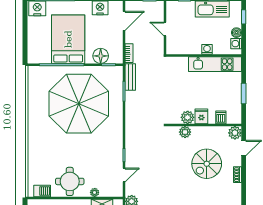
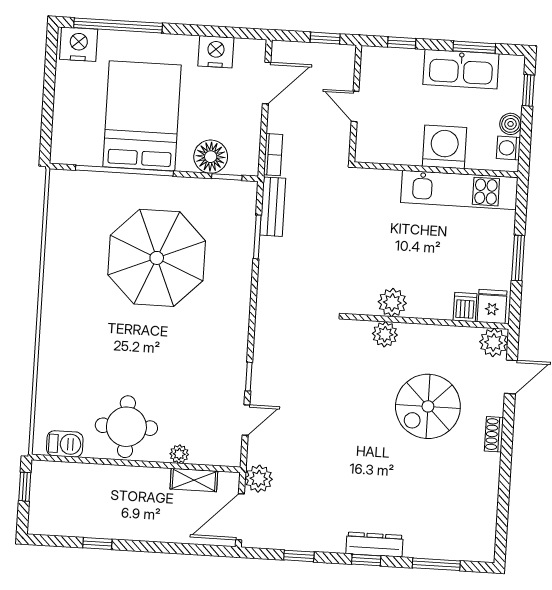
washing machine: (207, 49) -> (444, 147), width x1.89, depth x1.89
parasol: (79, 104) -> (157, 258), width x0.73, depth x0.73
fridge: (201, 116) -> (492, 306), moved

